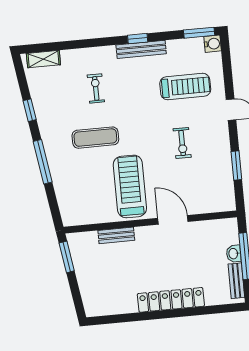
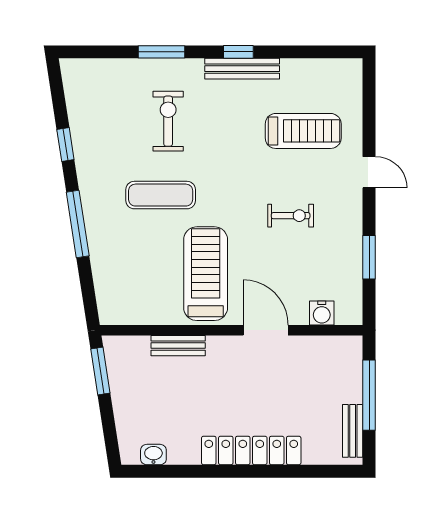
window: (199, 33) -> (161, 52), moved
water cooler: (213, 44) -> (322, 313), moved, turned 90
shelving: (43, 59) -> (94, 69), removed
exercise bike: (96, 88) -> (168, 121), width x1.38, depth x1.39
exercise bike: (182, 143) -> (291, 216), turned -90
washbasin: (234, 254) -> (153, 455), moved, turned 90

